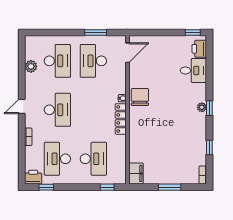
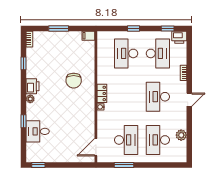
printer: (199, 49) -> (32, 86), moved
chair: (140, 97) -> (74, 81), moved
window: (209, 108) -> (24, 121), moved
locker: (121, 119) -> (102, 93), width x0.66
filing cabinet: (136, 173) -> (88, 36), width x0.50
window: (107, 187) -> (134, 28), moved

